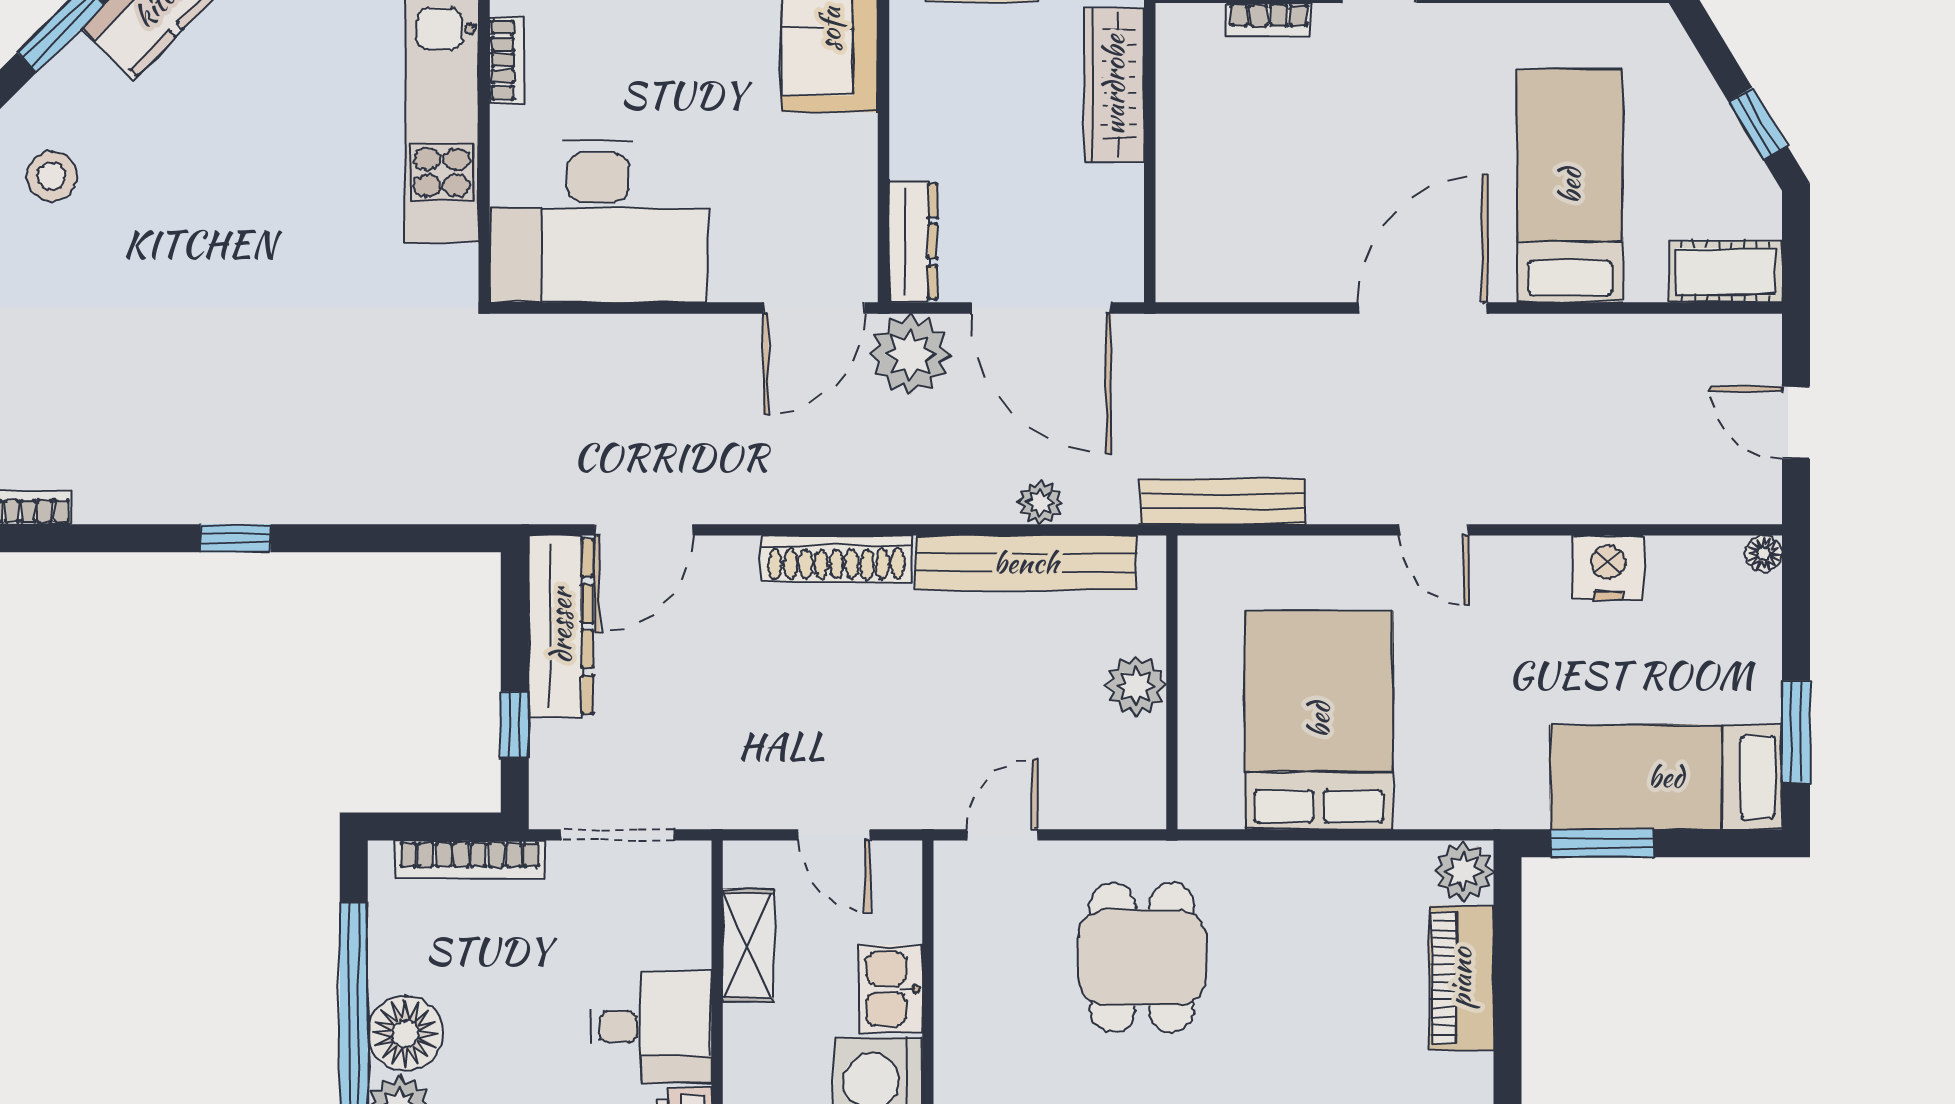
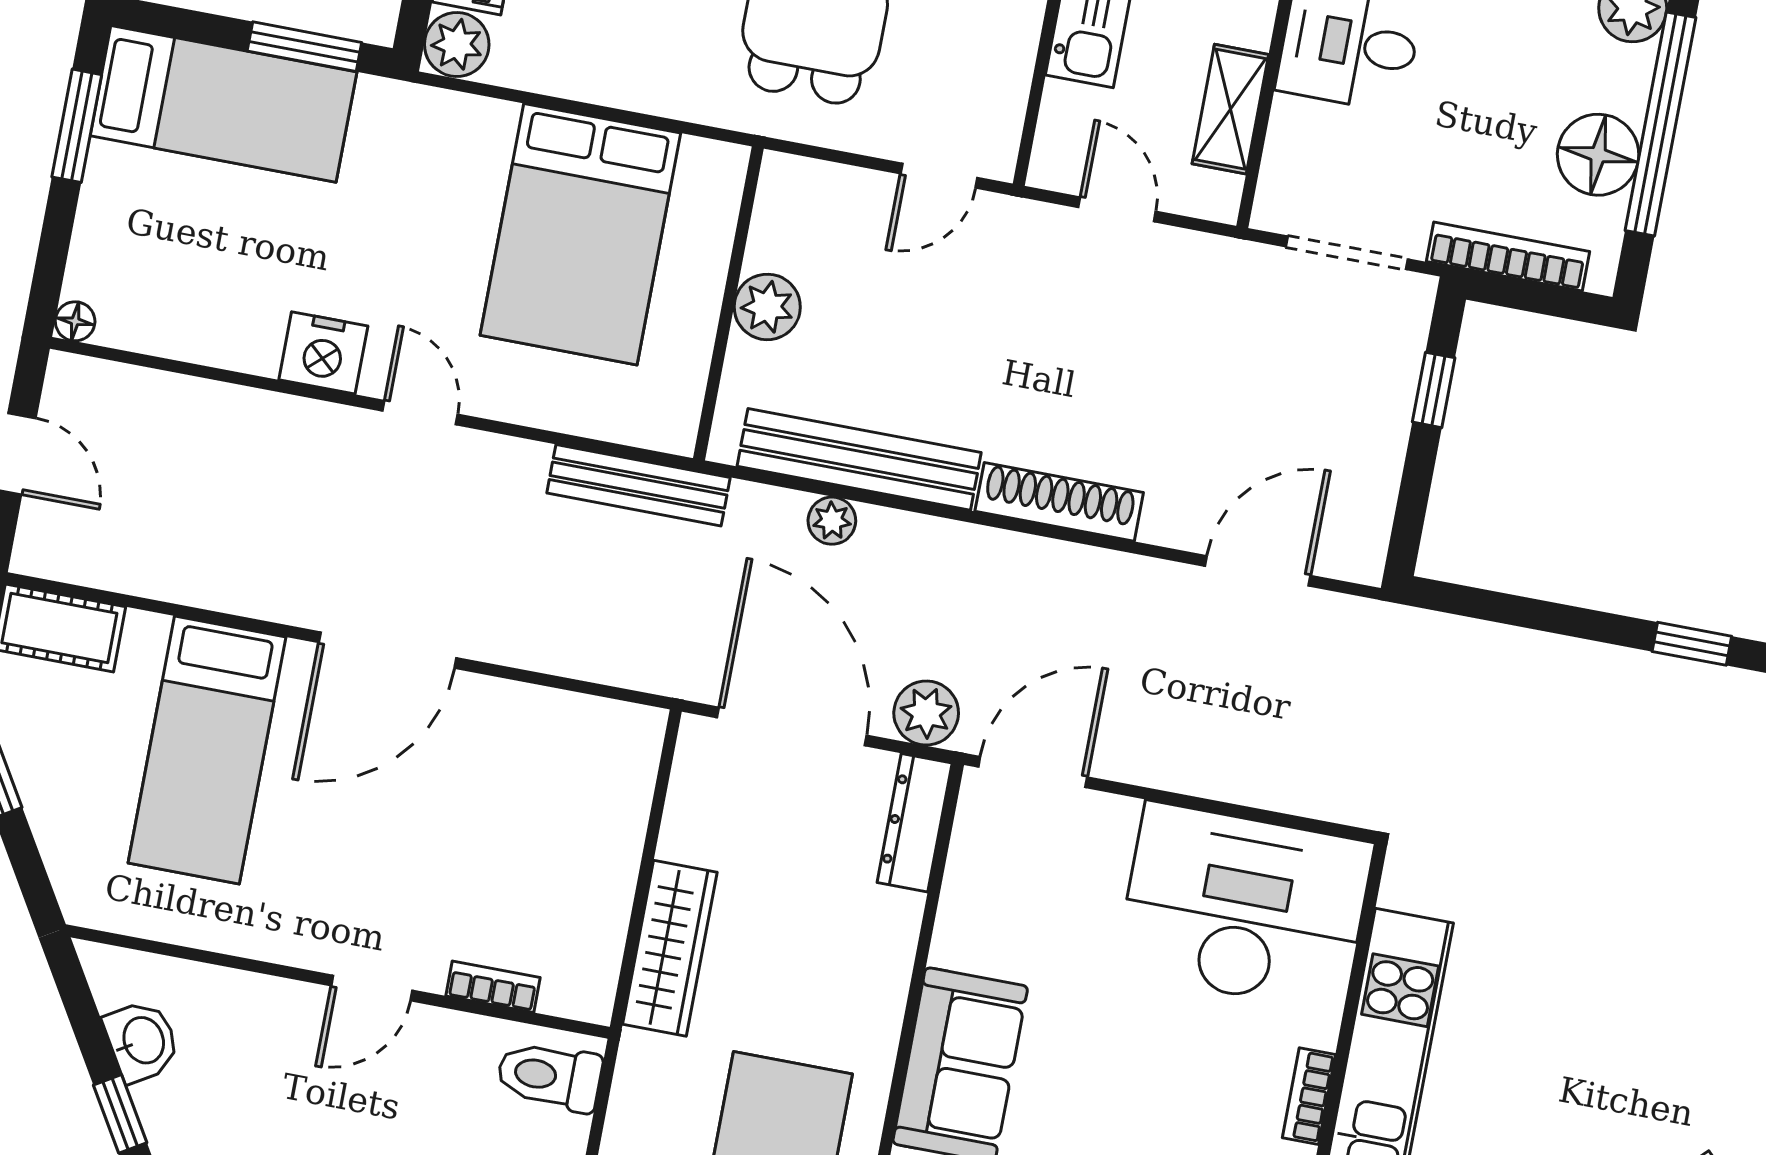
plant: (910, 354) -> (926, 713), width x0.73, depth x0.73
nightstand: (1608, 568) -> (323, 353), moved
dresser: (561, 626) -> (1365, 485), removed
floor lamp: (405, 1033) -> (1598, 155), moved

